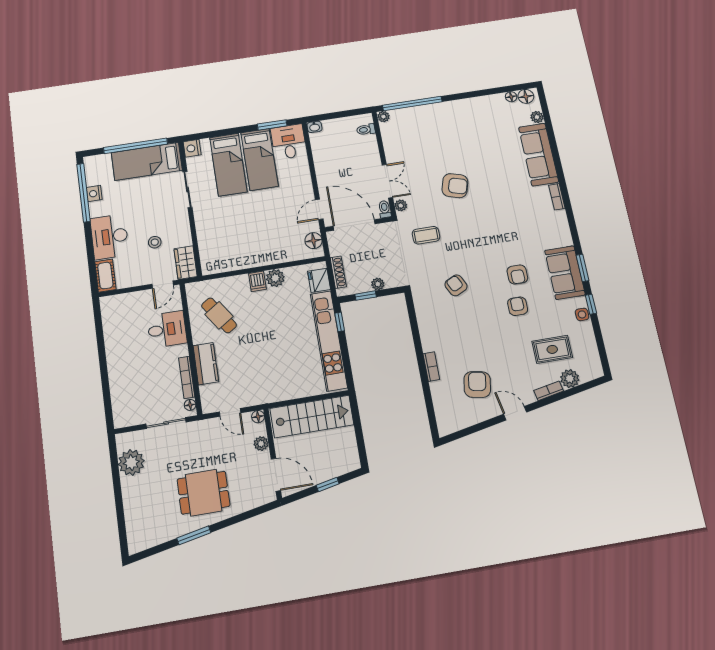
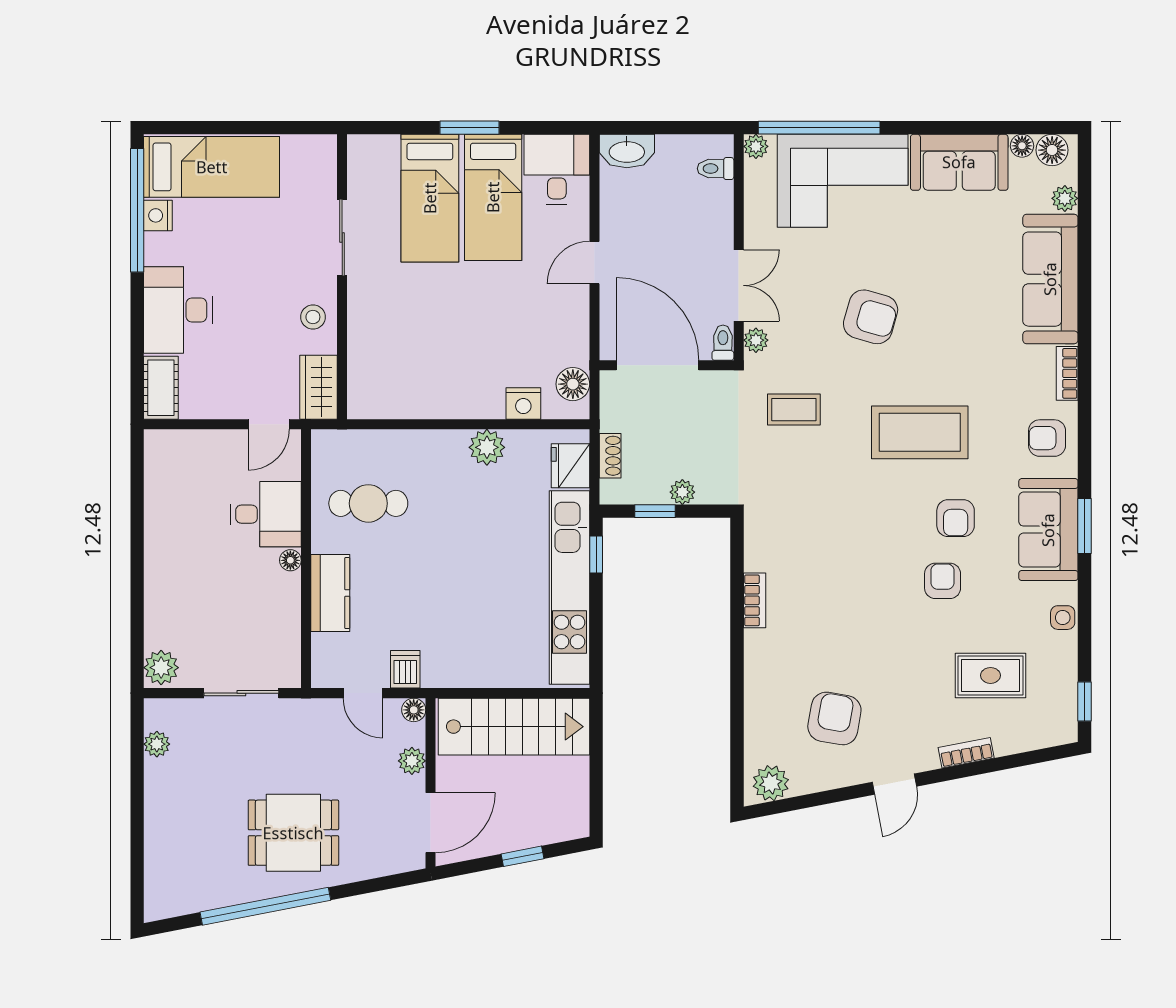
sofa: (483, 109) -> (959, 162), added
window: (272, 125) -> (469, 128), moved
corner sofa: (428, 126) -> (843, 181), added
washbasin: (315, 127) -> (627, 151), width x1.91, depth x1.45
window: (136, 146) -> (251, 128), removed
nightstand: (192, 148) -> (523, 403), moved, turned -90
bed: (147, 161) -> (212, 167), moved, turned 180
door: (319, 209) -> (594, 263), moved
coffee table: (491, 236) -> (920, 432), added
stool: (155, 242) -> (313, 317), moved
shoe rack: (338, 272) -> (610, 456), width x0.70
dishwasher: (257, 281) -> (405, 669), moved, turned 180
armchair: (456, 285) -> (1047, 438), moved, turned -64
window: (591, 304) -> (1085, 701), moved
cafe table: (219, 315) -> (368, 503), turned -56
bookcase: (431, 367) -> (755, 600), moved
bookcase: (187, 377) -> (291, 613), removed
plant: (570, 379) -> (771, 783), moved
floor lamp: (190, 405) -> (290, 560), moved
door: (515, 413) -> (894, 784), swing flipped
plant: (122, 417) -> (161, 668), added
plant: (131, 463) -> (157, 744), width x0.53, depth x0.53
door: (276, 475) -> (431, 823), hinge flipped
window: (194, 535) -> (265, 906), width x2.11

